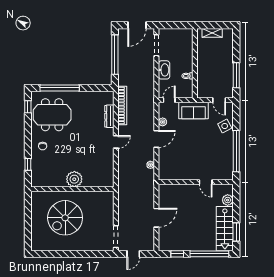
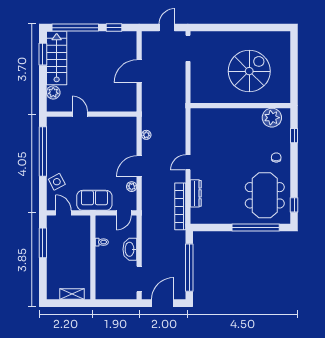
meeting table: (52, 115) -> (265, 195), turned 90
plant: (74, 179) -> (272, 118), moved

